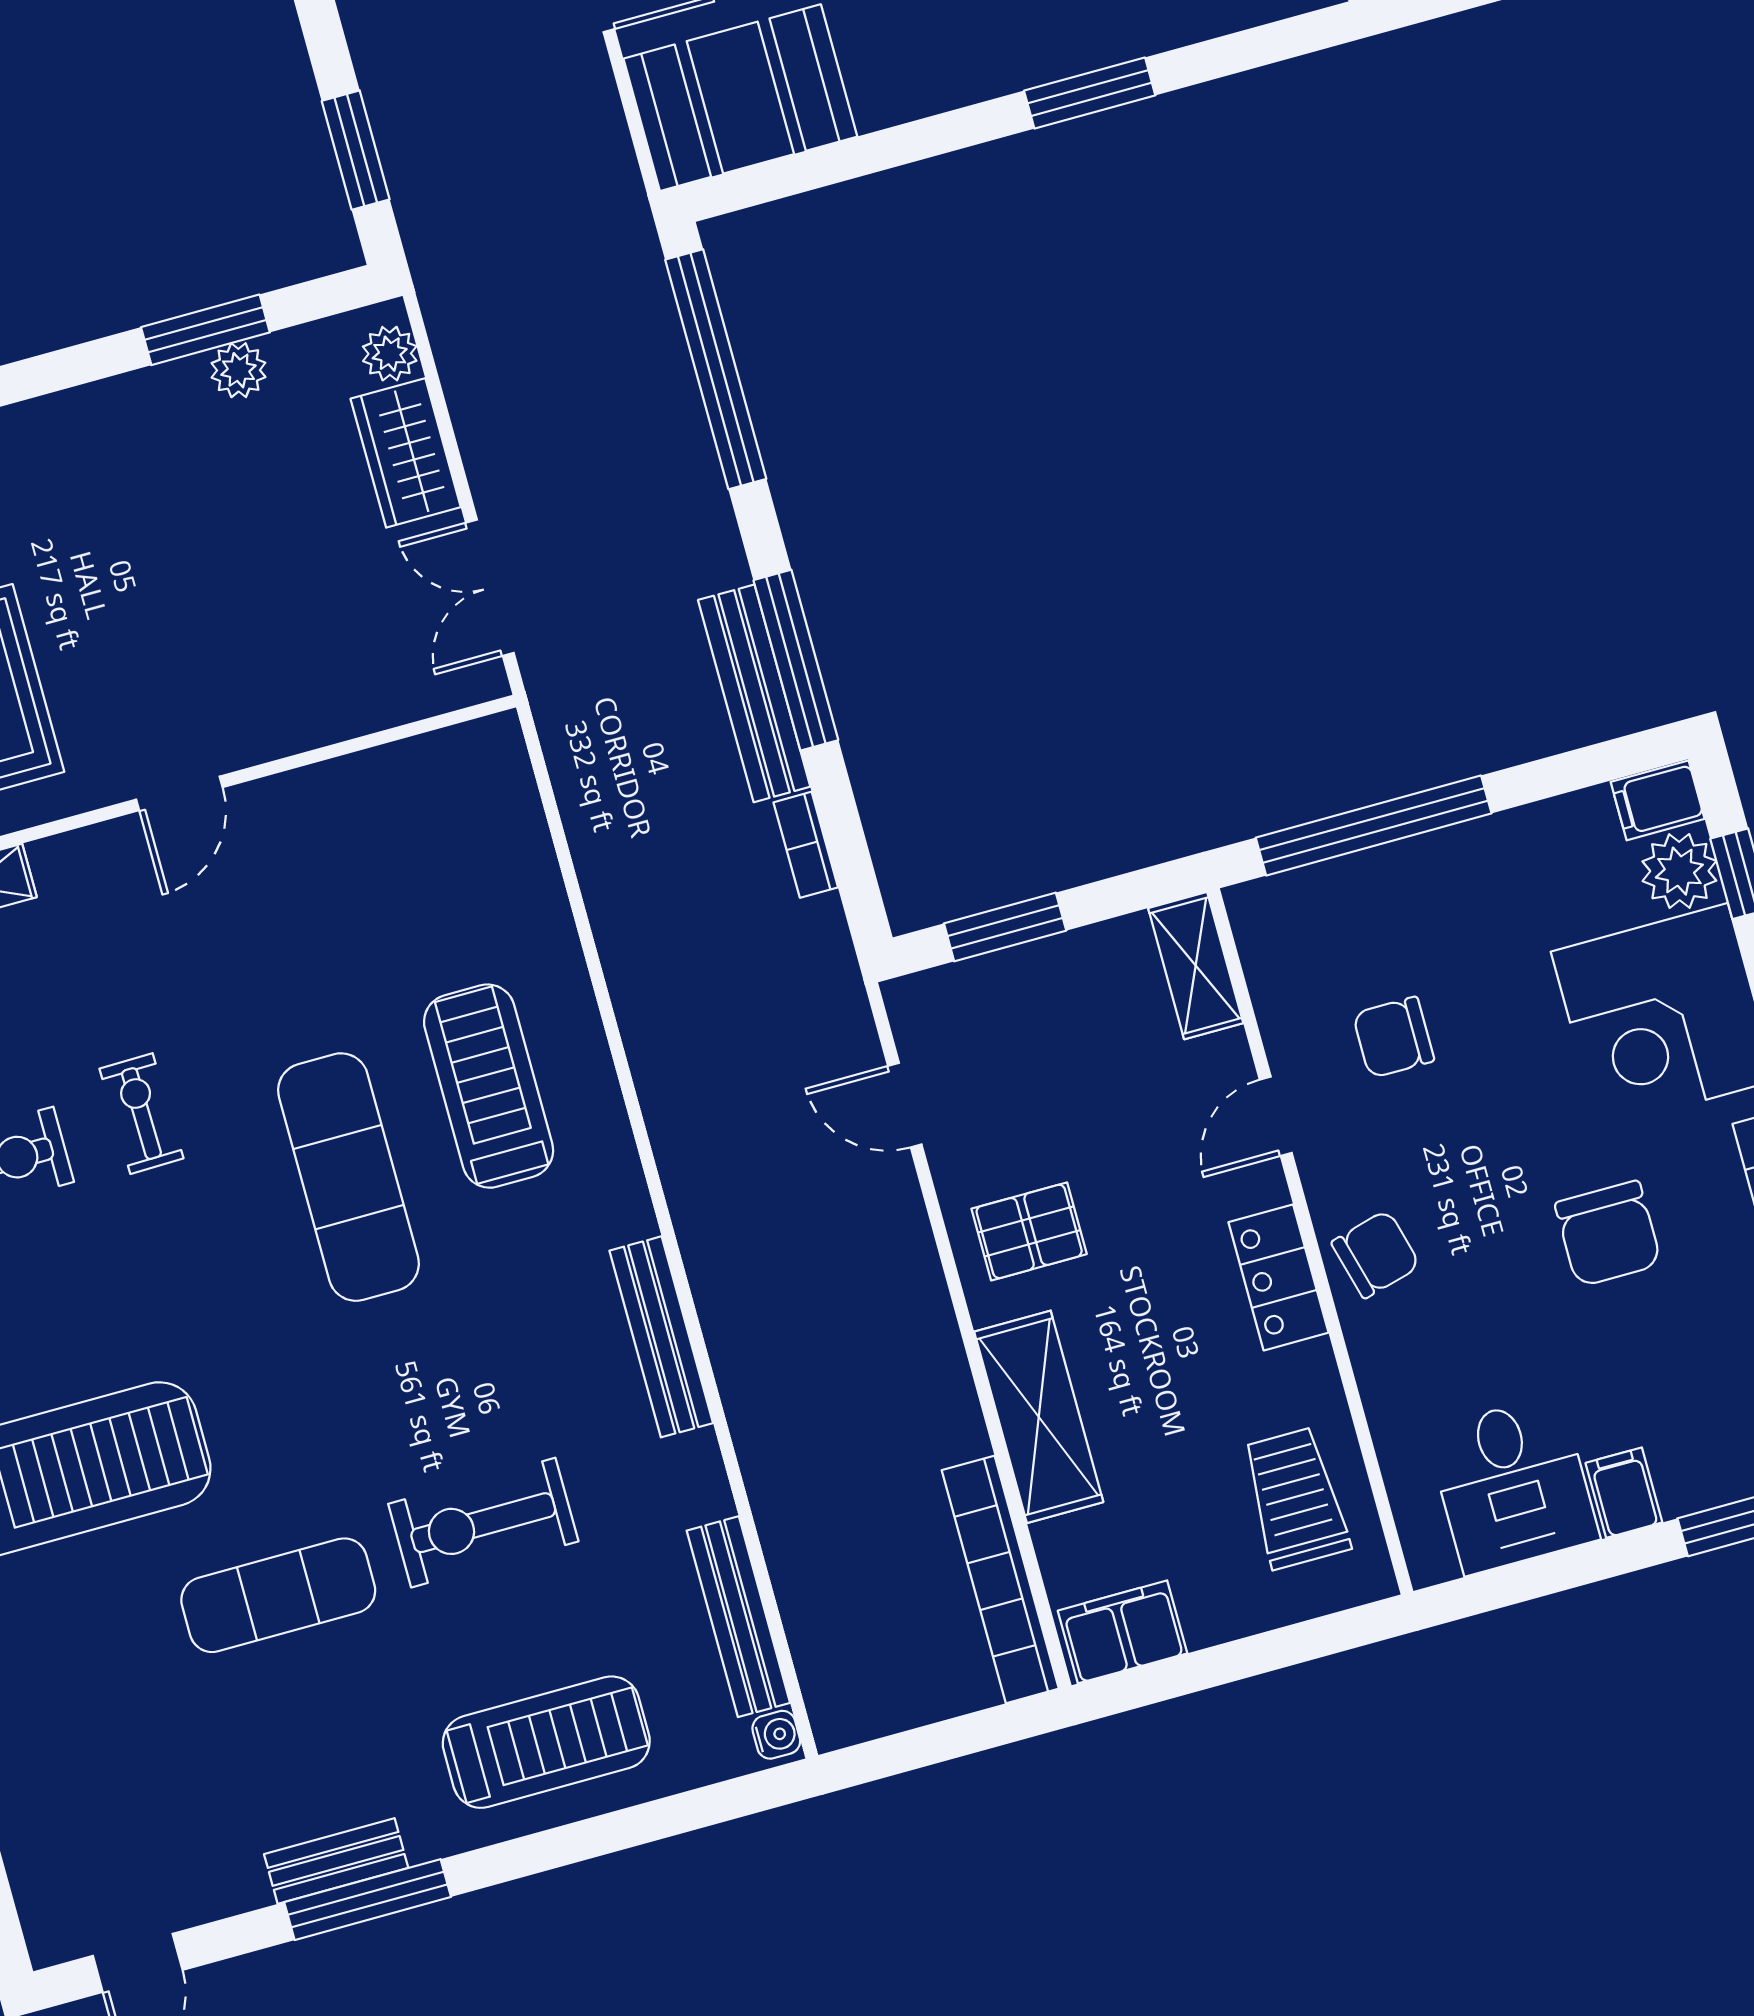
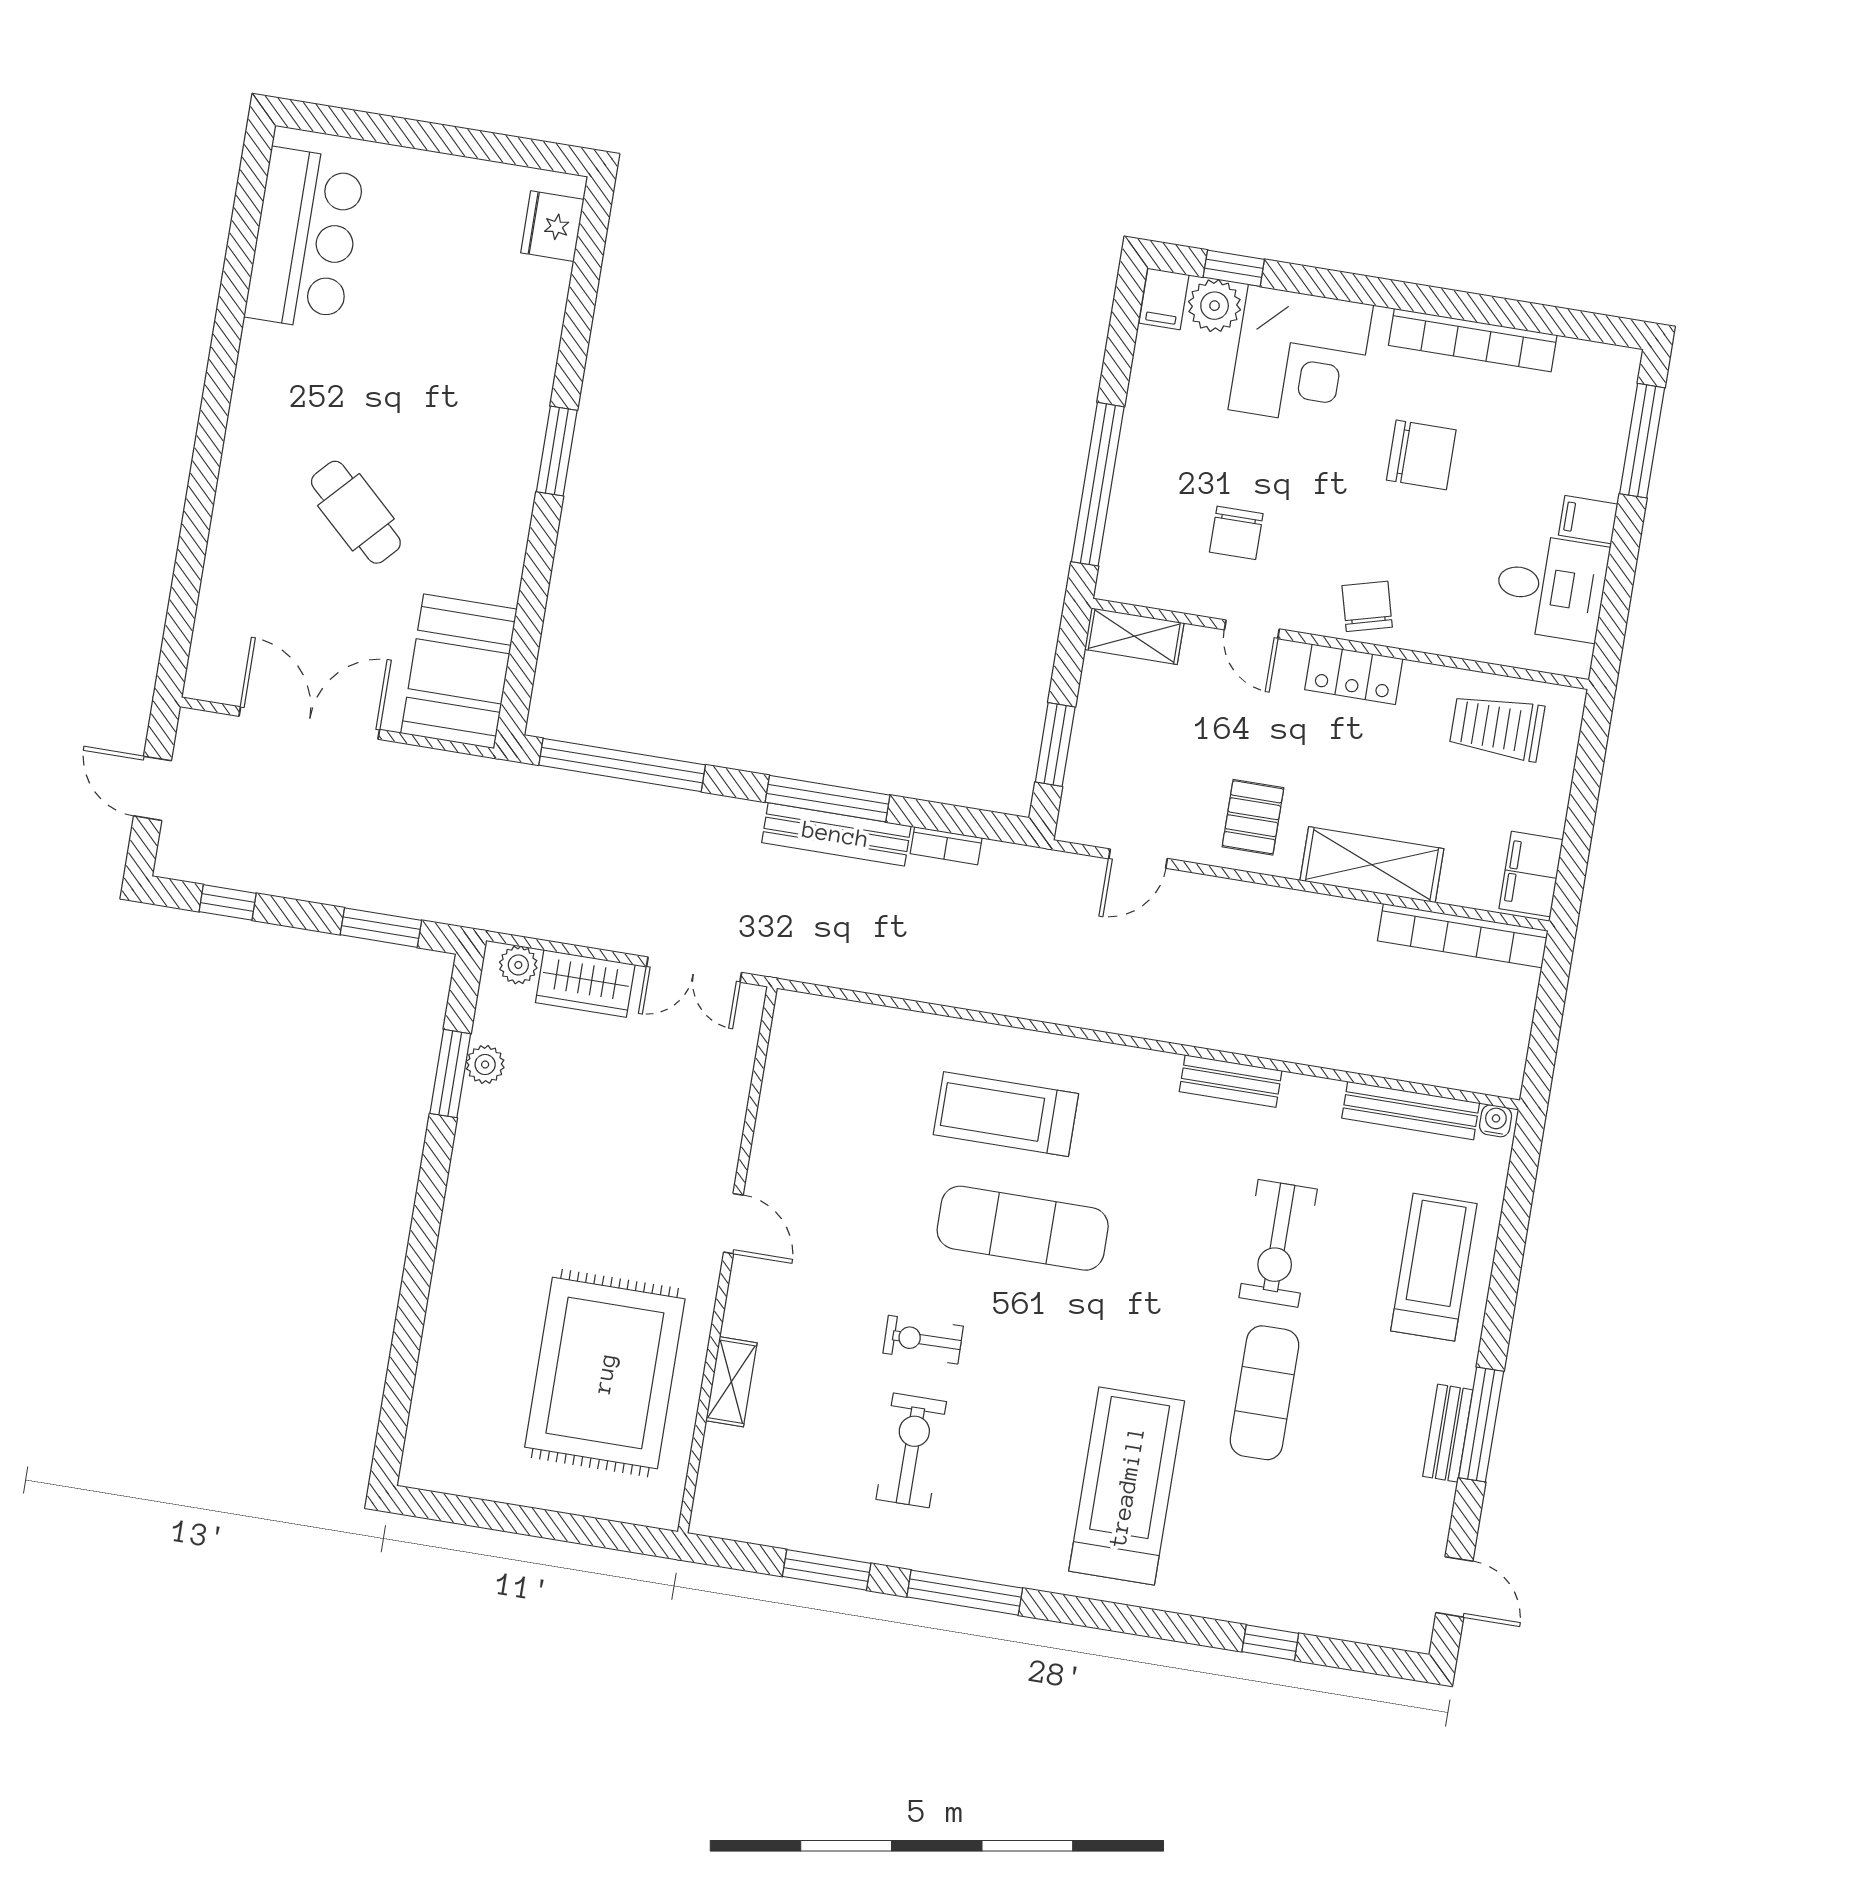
bench: (661, 1337) -> (1231, 1081), width x0.73

